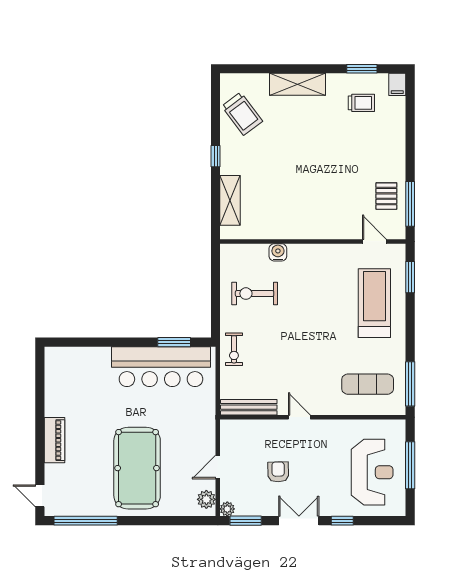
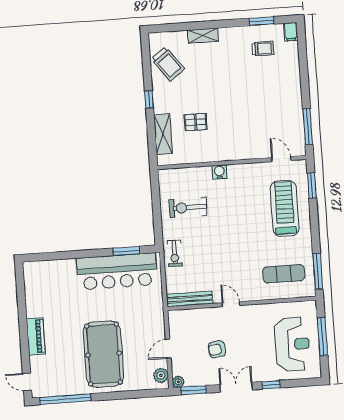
shelving: (297, 84) -> (203, 36), width x0.67, depth x0.75
pallet: (386, 196) -> (196, 122), moved, turned 90
water cooler: (278, 252) -> (219, 172), moved
armchair: (278, 472) -> (217, 349), turned -97

